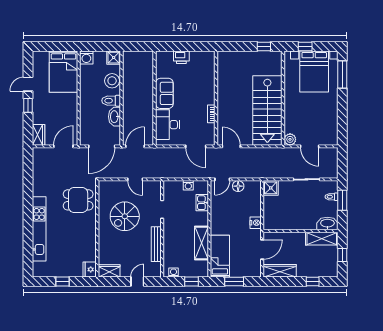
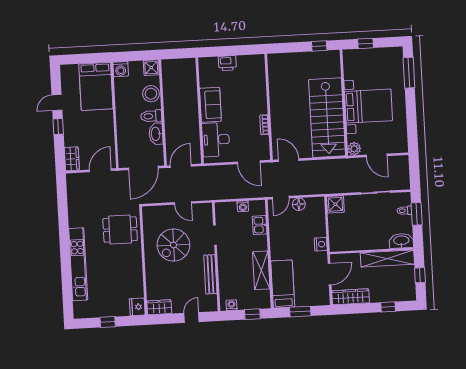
bed with nightstands: (314, 71) -> (368, 106), moved, turned -90
shelving: (322, 239) -> (387, 259), width x1.47

